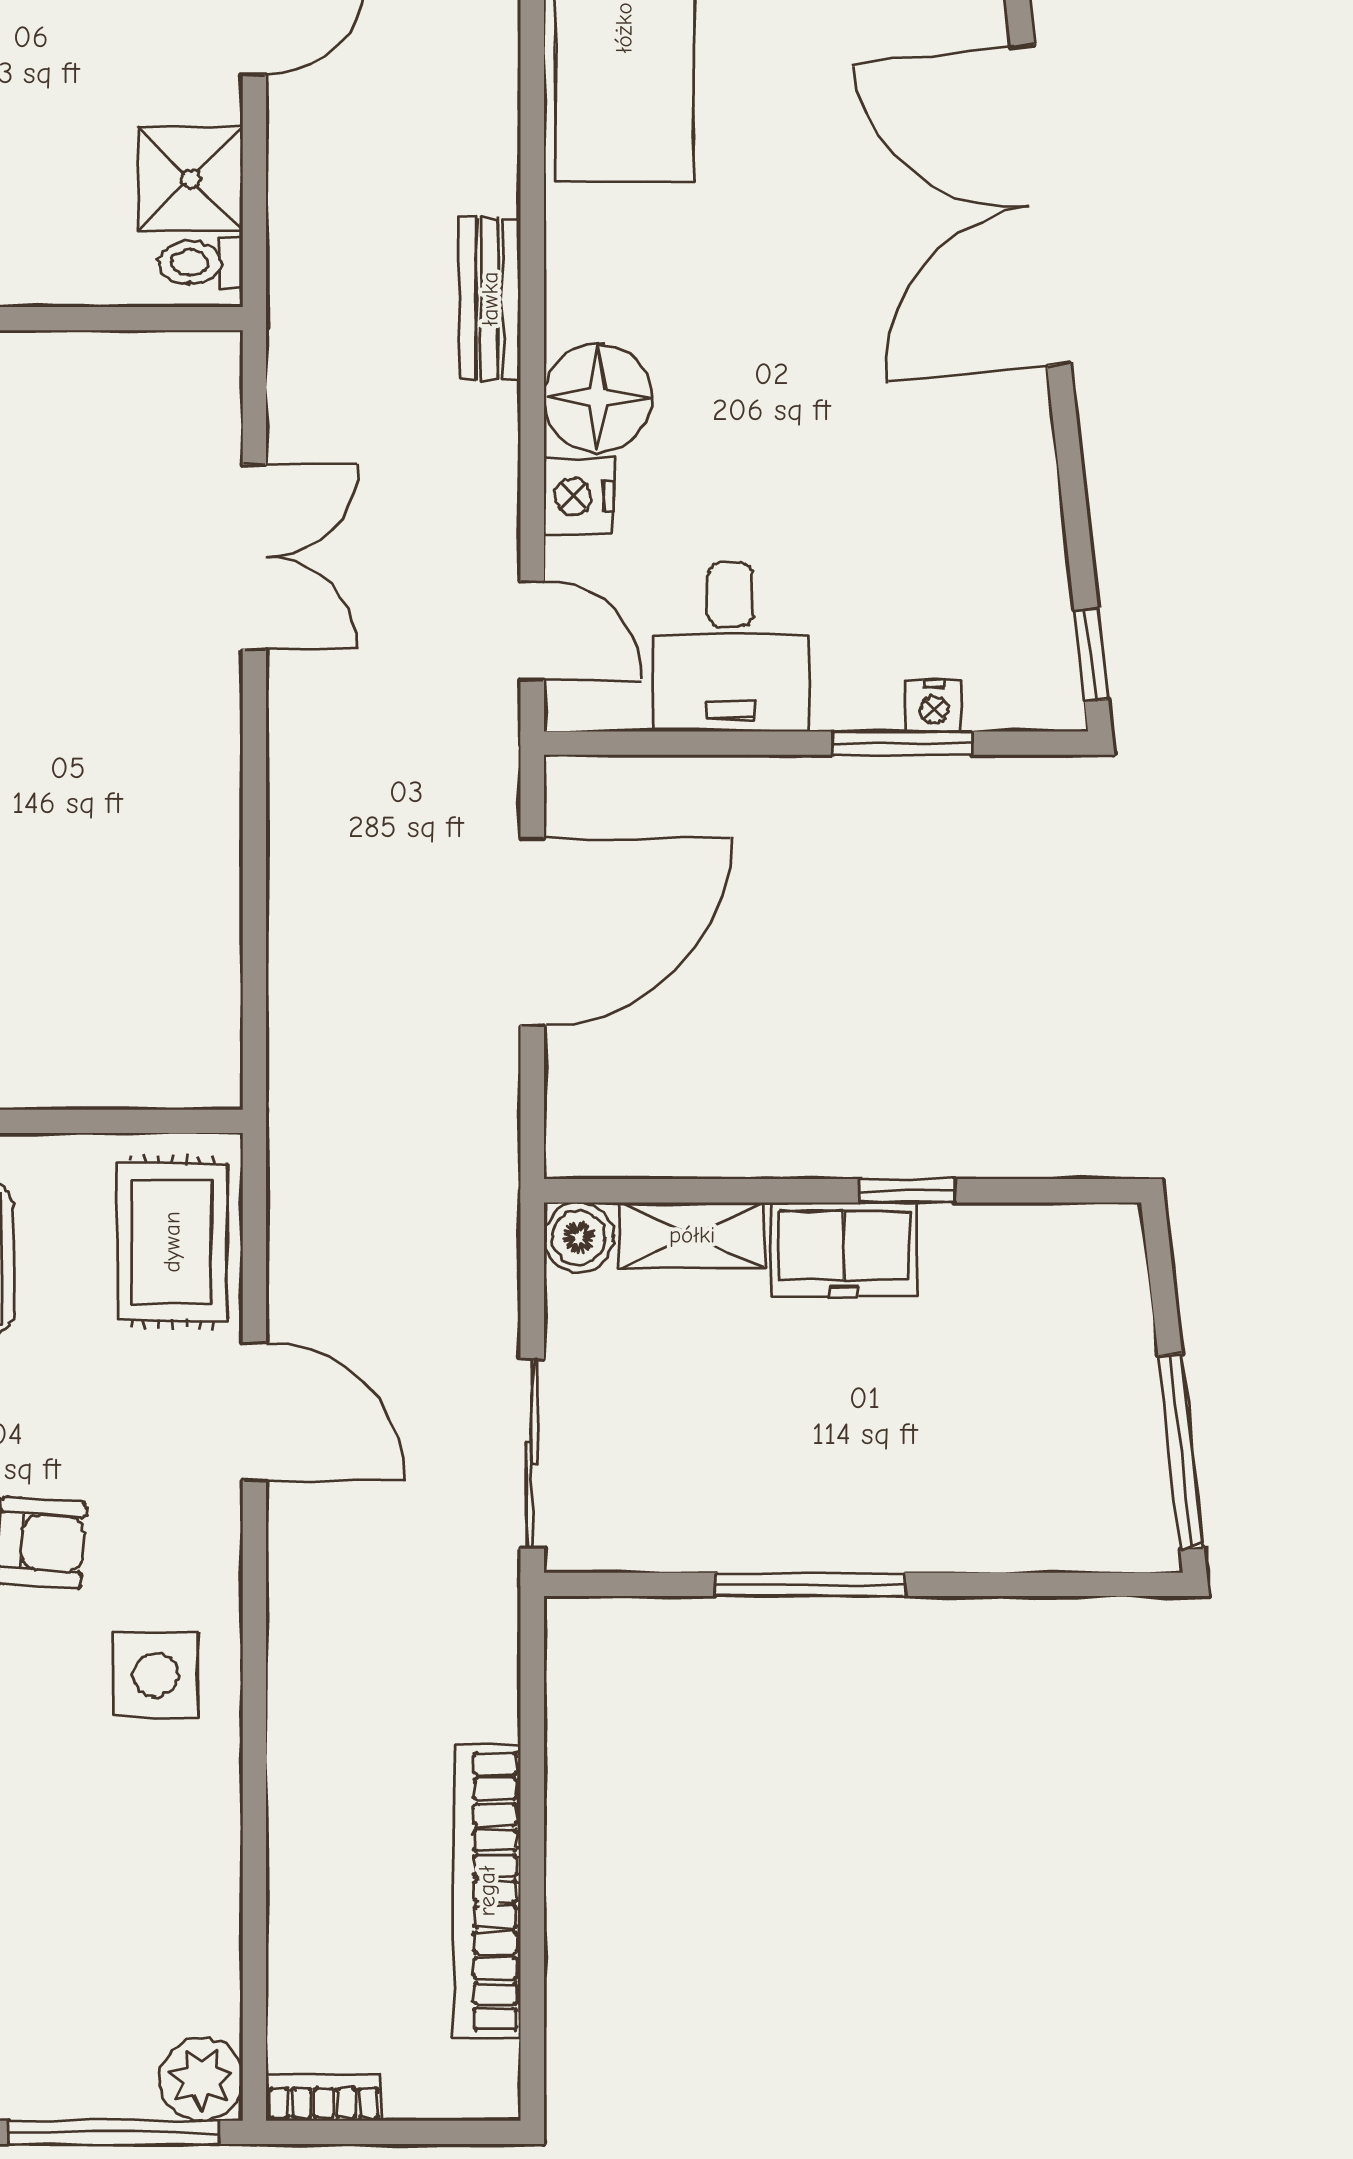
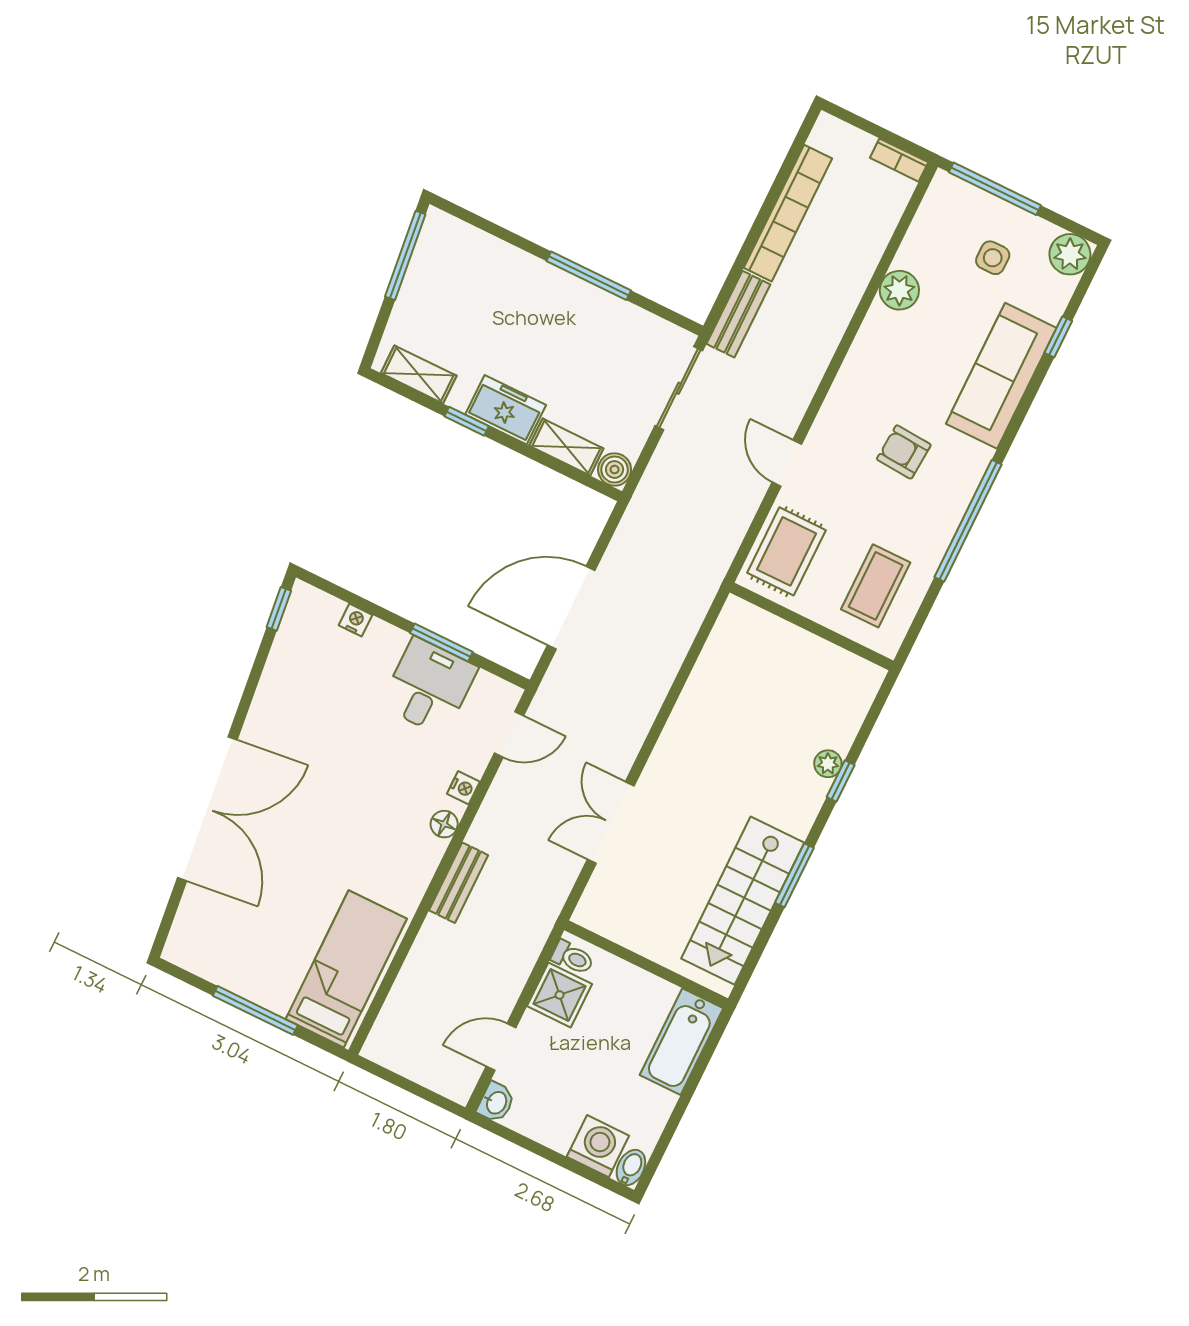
floor lamp: (598, 398) -> (444, 824), width x0.53, depth x0.53
nightstand: (579, 496) -> (463, 788), width x0.72, depth x0.74
door: (532, 631) -> (509, 734), swing flipped
window: (902, 743) -> (441, 643), moved
shelving: (1043, 1236) -> (419, 374), added
door: (254, 1411) -> (787, 463), width x0.73
bench: (487, 1651) -> (738, 314), added
side table: (156, 1675) -> (993, 258), moved, width x0.73, depth x0.73
plant: (201, 2079) -> (899, 290), moved

